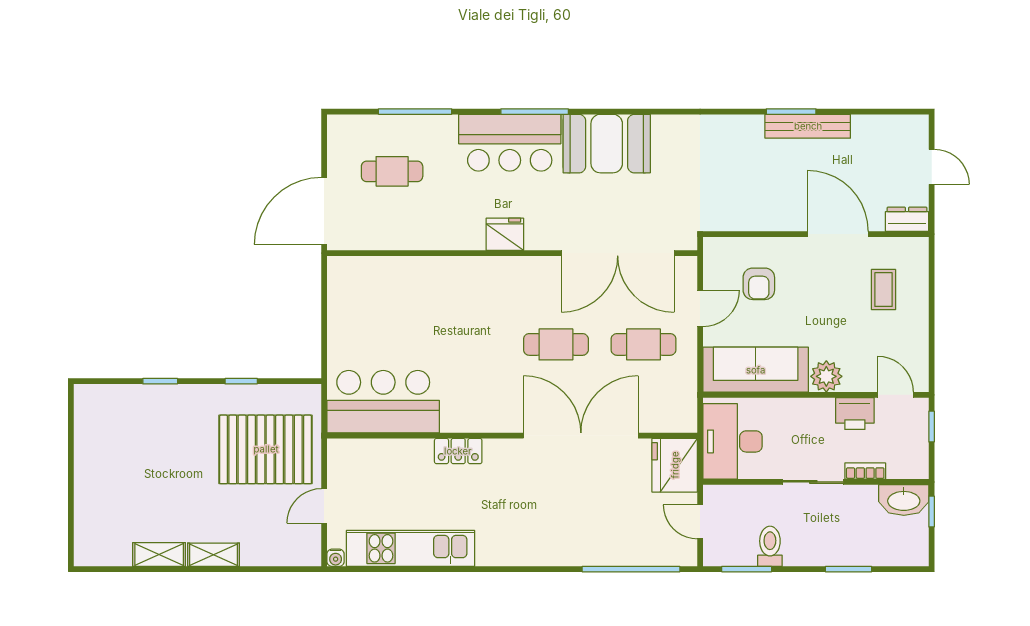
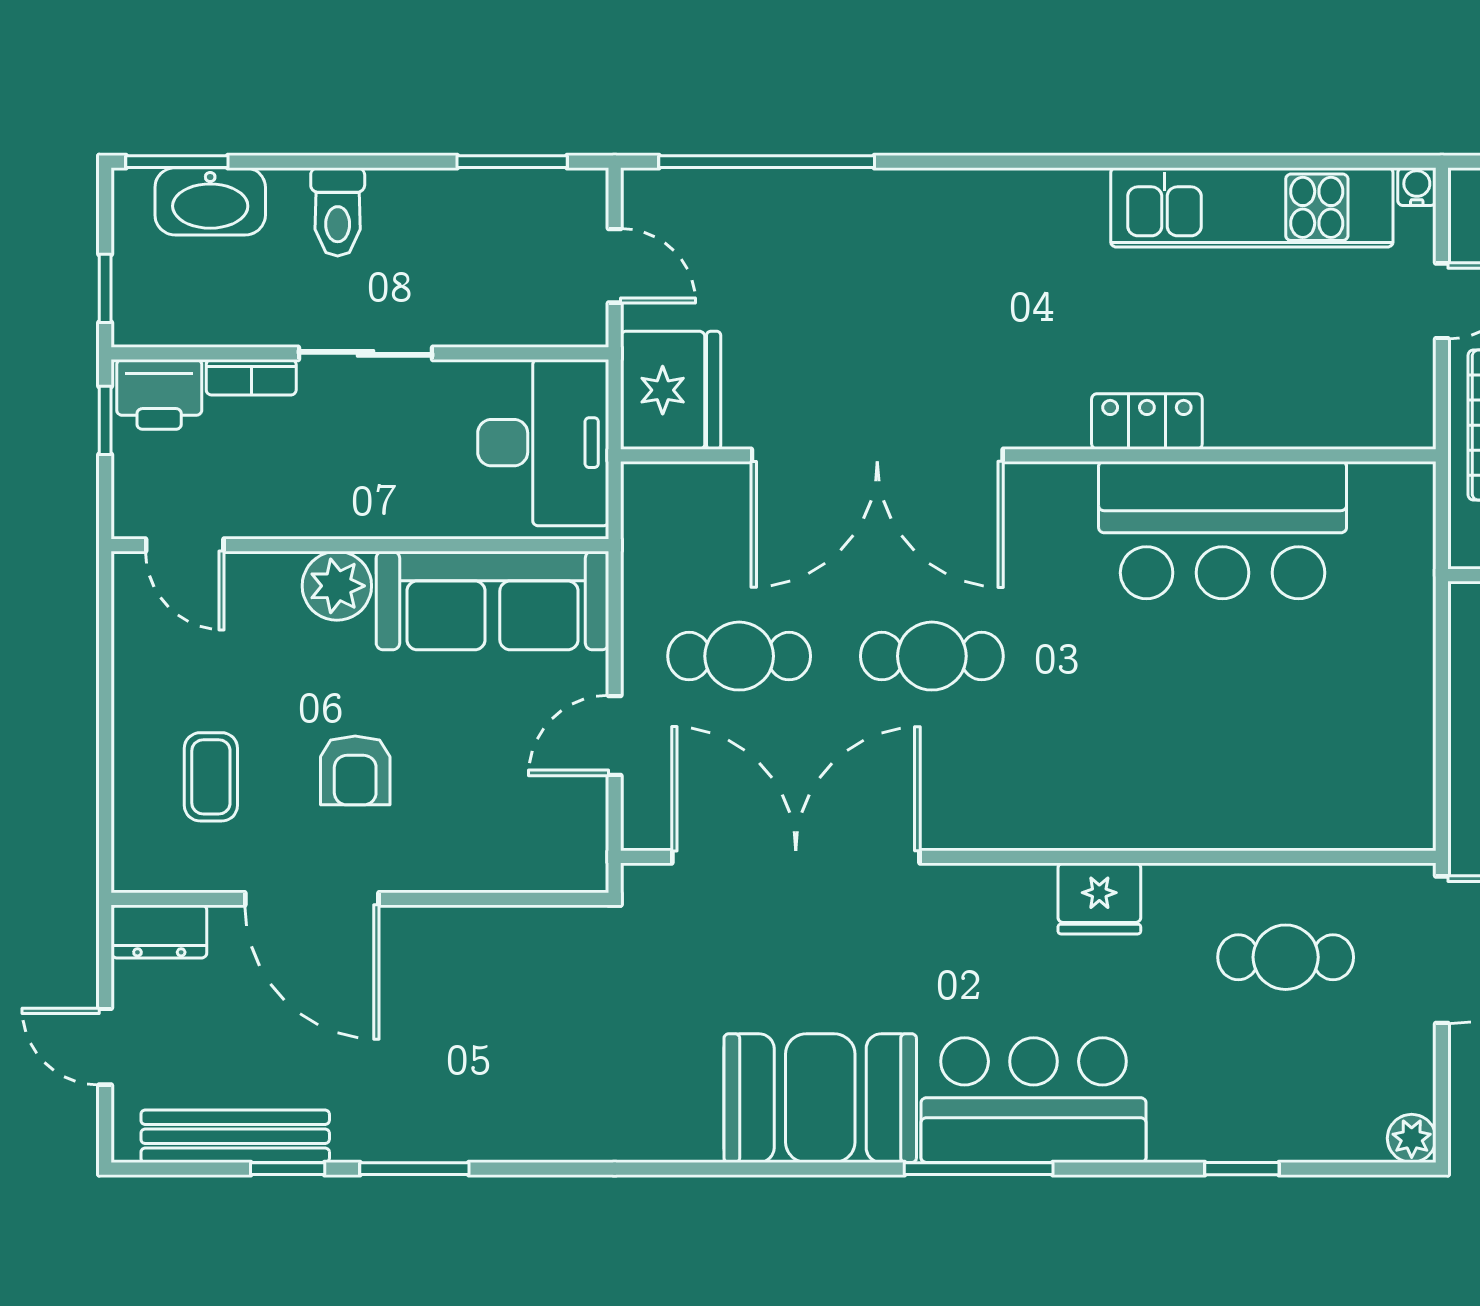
window: (415, 112) -> (1242, 1169), width x0.46
window: (849, 112) -> (288, 1169), added
plant: (338, 125) -> (1412, 1138), added
bench: (808, 126) -> (235, 1136), moved
cafe table: (392, 171) -> (1286, 957), moved
fridge: (505, 234) -> (1099, 898), moved
armchair: (759, 284) -> (355, 770), moved, turned 180
bar counter: (383, 402) -> (1223, 530), moved
printer: (855, 413) -> (159, 394), moved, turned 180
window: (932, 427) -> (105, 420), moved
washbasin: (904, 500) -> (210, 201), moved, turned 180
toilet: (770, 546) -> (338, 212), moved
window: (848, 569) -> (177, 162), moved

